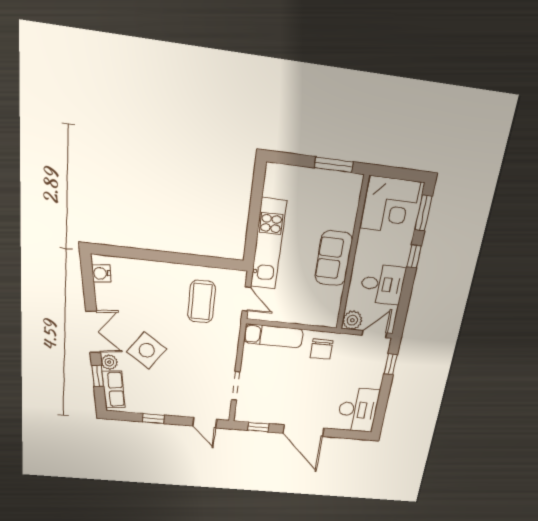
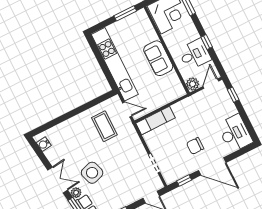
kitchen unit: (268, 244) -> (115, 64), width x1.36
window: (414, 256) -> (207, 42), moved
chair: (322, 349) -> (195, 146), moved, turned 90
side table: (147, 350) -> (92, 173), turned 37

